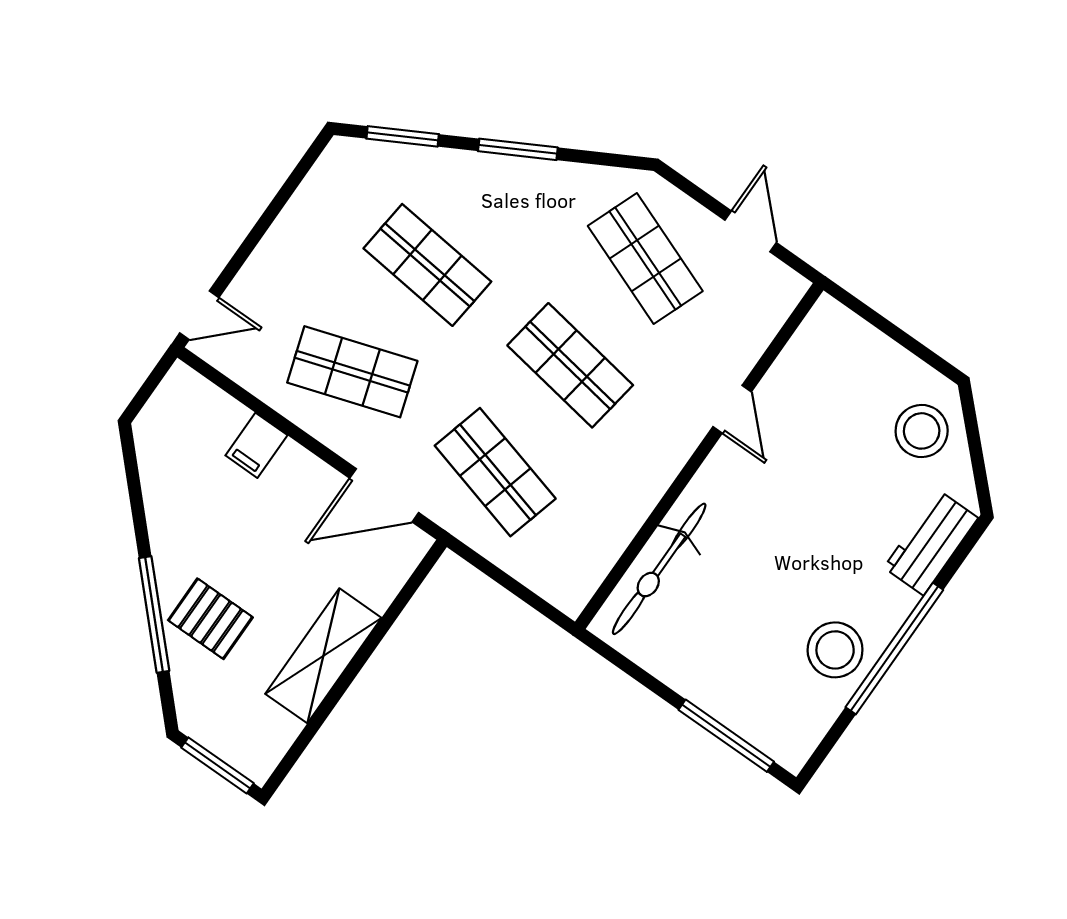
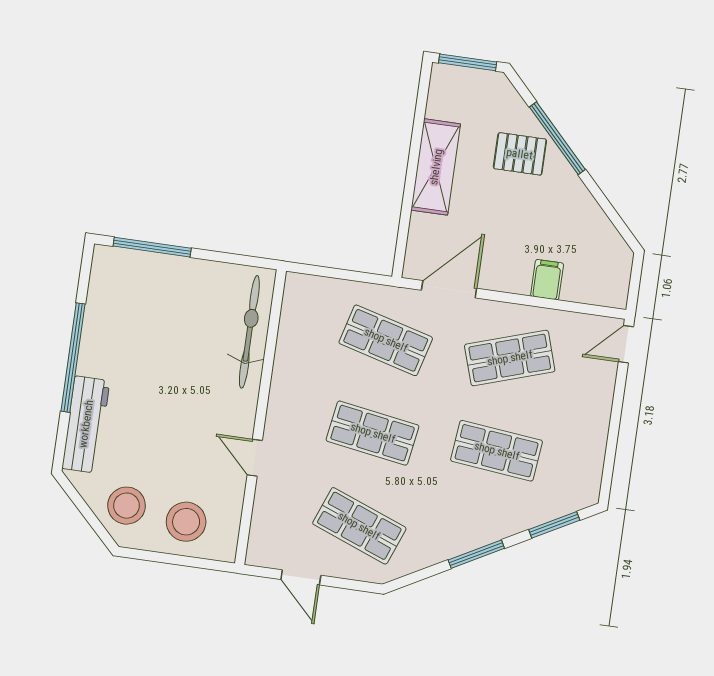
workbench: (931, 543) -> (86, 424), width x1.37
stool: (835, 650) -> (186, 522), moved

